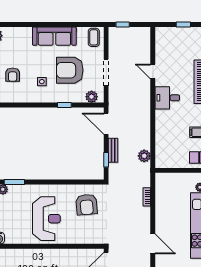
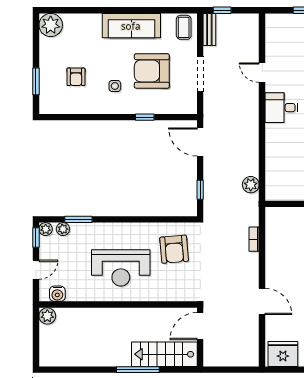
plant: (92, 97) -> (181, 106), removed
bench: (113, 150) -> (209, 29), moved
reception desk: (46, 219) -> (121, 268), turned 90

